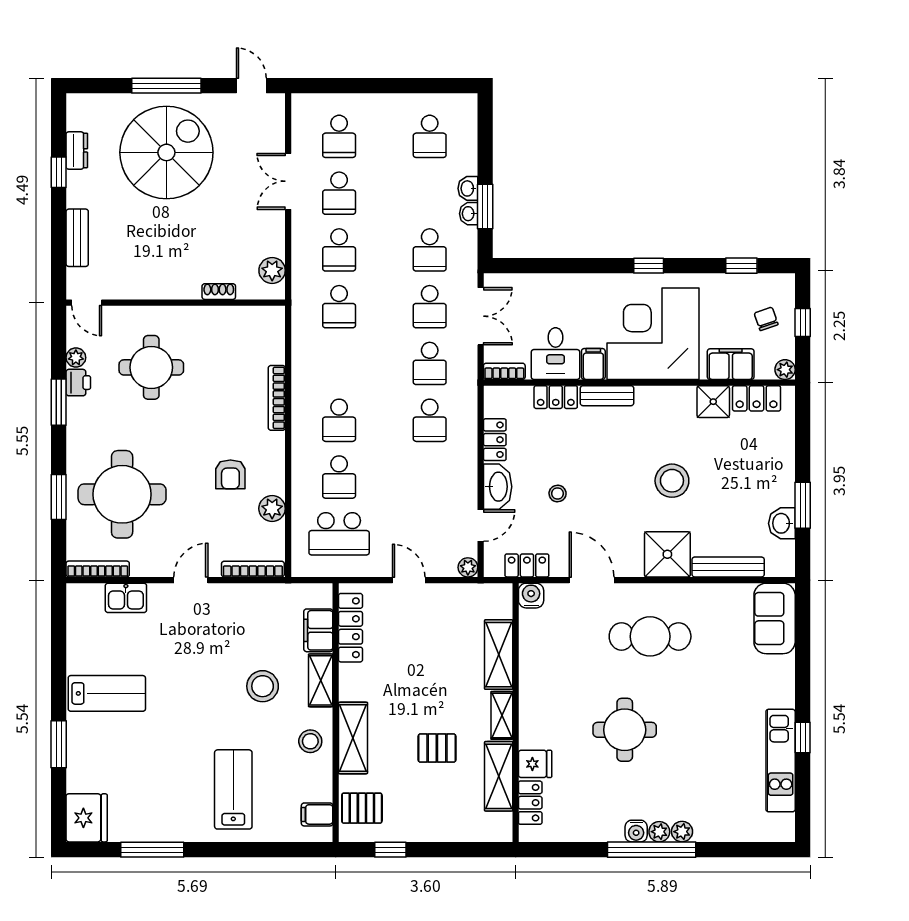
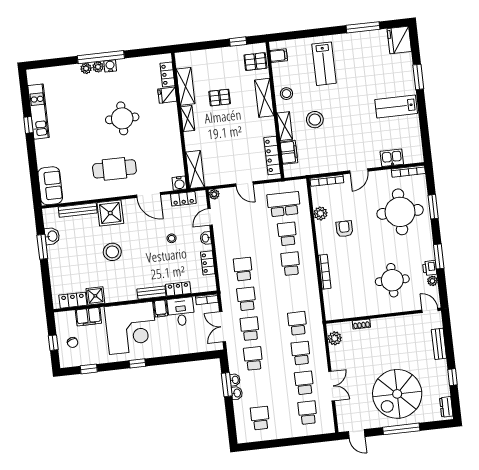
dresser: (77, 150) -> (446, 407), moved
plant: (785, 370) -> (60, 317), removed
washbasin: (498, 487) -> (206, 238), width x0.52, depth x0.69
shelving: (499, 655) -> (195, 170), moved

